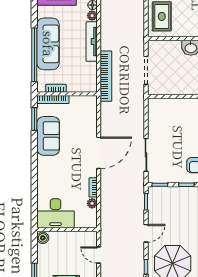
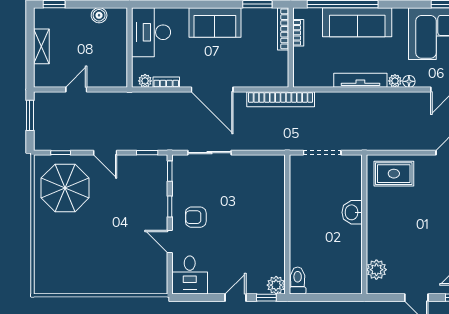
bookcase: (106, 76) -> (281, 99), moved
sofa: (48, 136) -> (215, 23), moved
desk: (56, 213) -> (151, 32), moved
wall: (67, 229) -> (130, 47), moved

